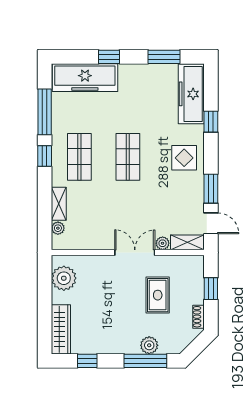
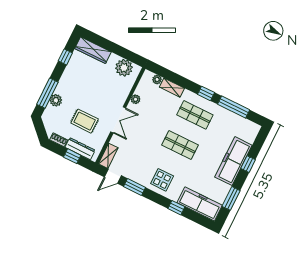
freezer: (85, 78) -> (233, 161), moved
plant: (163, 243) -> (136, 99), moved
dresser: (196, 283) -> (80, 149), added

